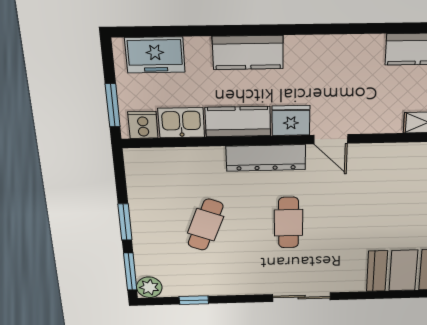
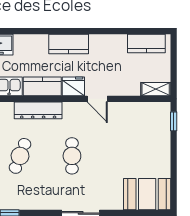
kitchen counter: (248, 53) -> (69, 44), moved
dresser: (266, 158) -> (38, 110), moved

